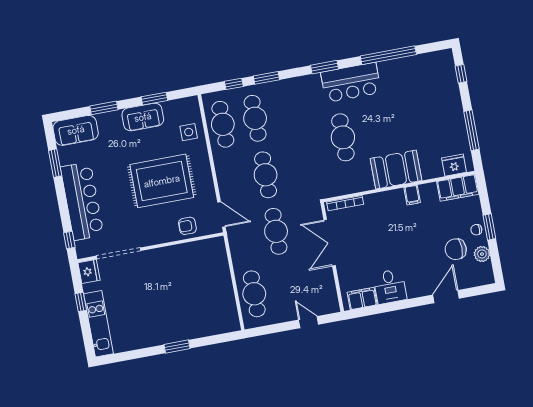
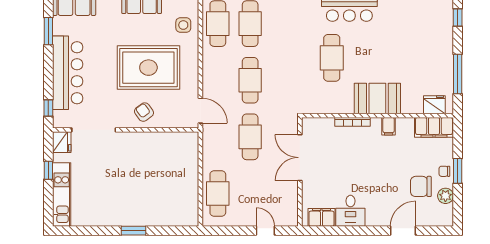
bookcase: (345, 203) -> (352, 122), moved
armchair: (187, 226) -> (144, 112), moved, turned 54

